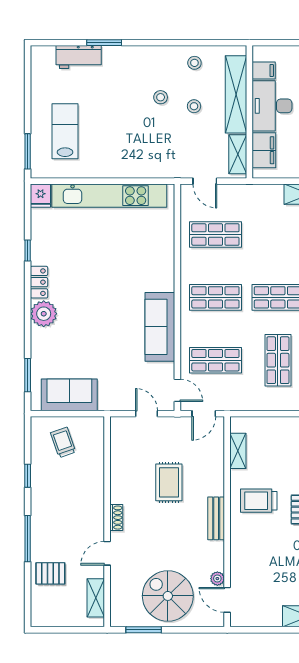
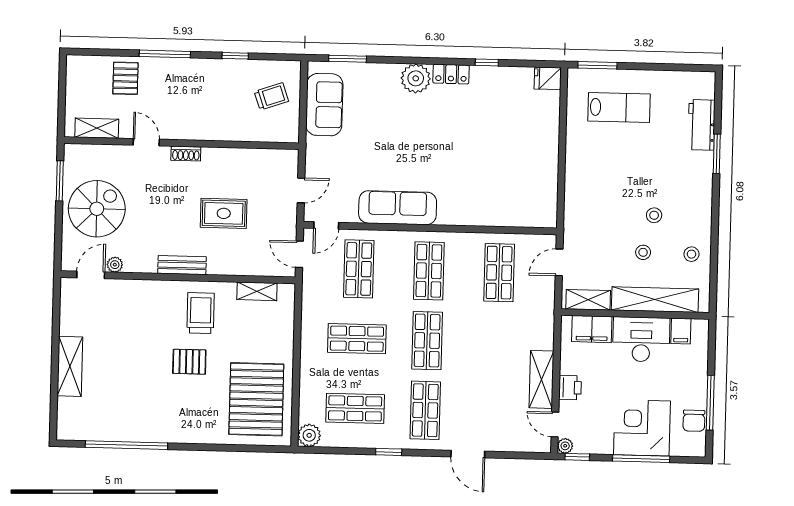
kitchen unit: (109, 196) -> (546, 155), removed

